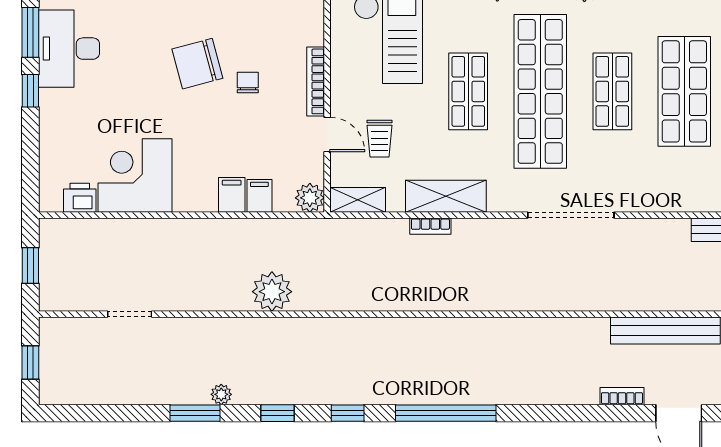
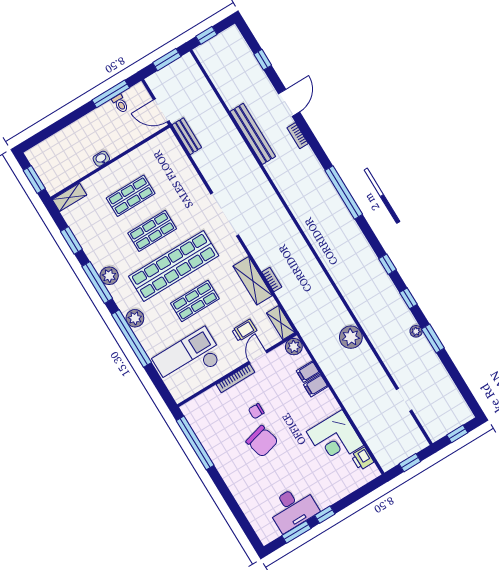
shop shelf: (684, 91) -> (131, 196), width x0.70, depth x0.74
window: (446, 413) -> (344, 192), moved

